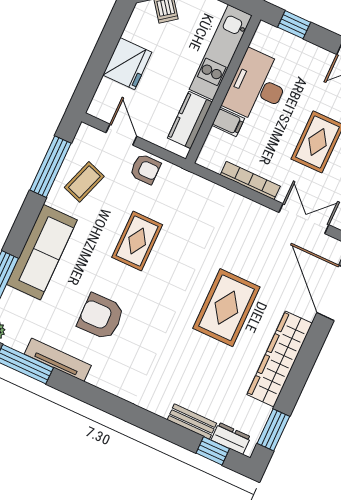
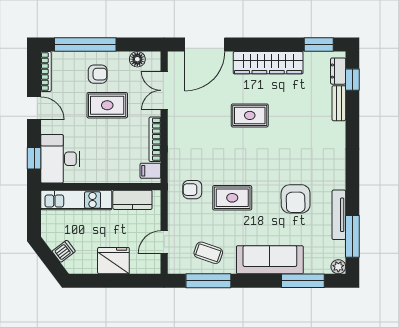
desk: (257, 87) -> (60, 159), moved, turned 90
filing cabinet: (228, 122) -> (150, 171), moved, turned -90
armchair: (145, 169) -> (192, 190), moved, turned -90
rug: (226, 308) -> (250, 115), width x0.73, depth x0.70

